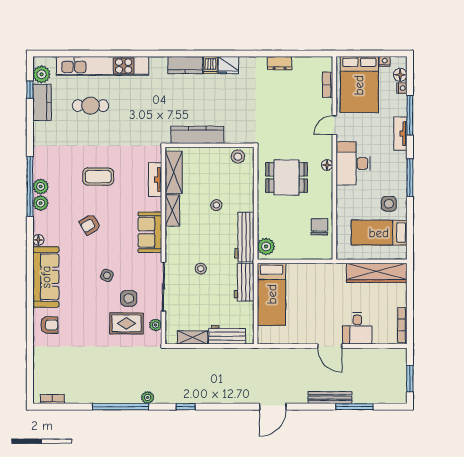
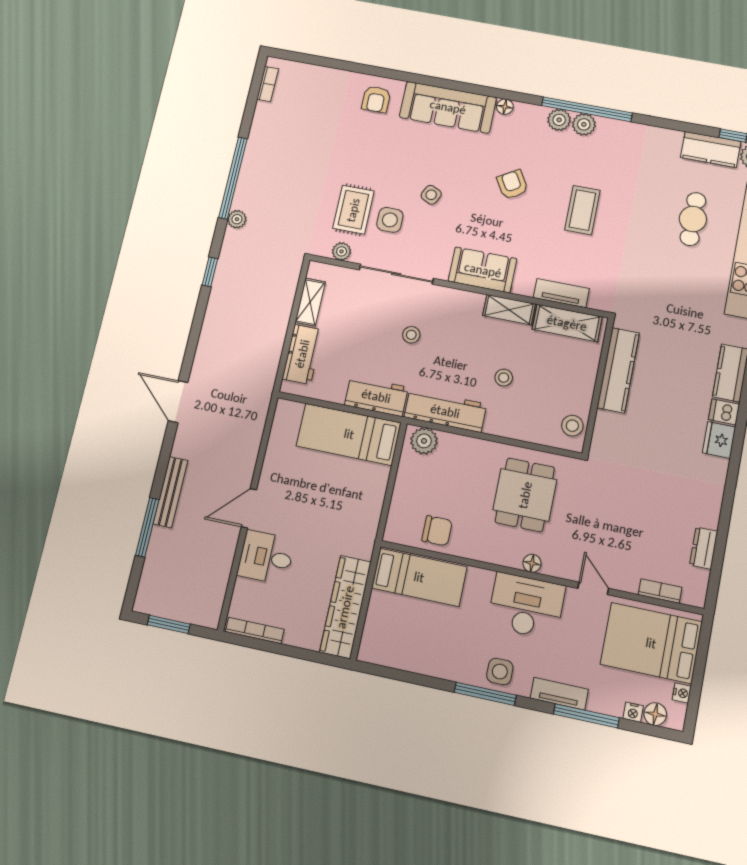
dresser: (280, 63) -> (704, 548), moved
side table: (389, 204) -> (500, 672), moved
bed: (379, 233) -> (419, 577), moved, turned 90

